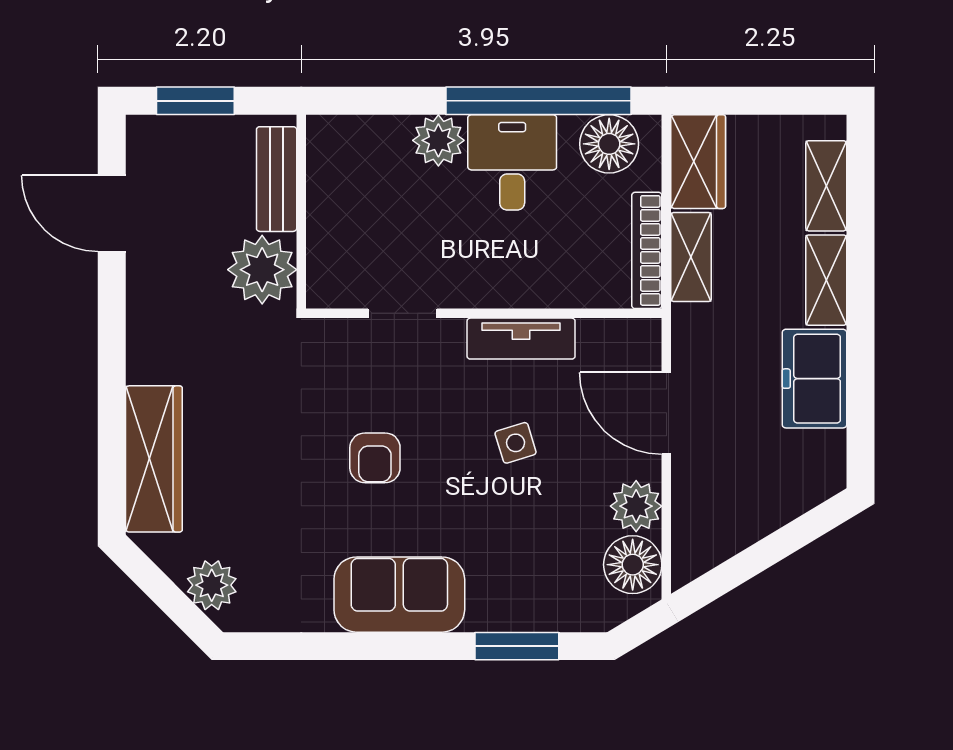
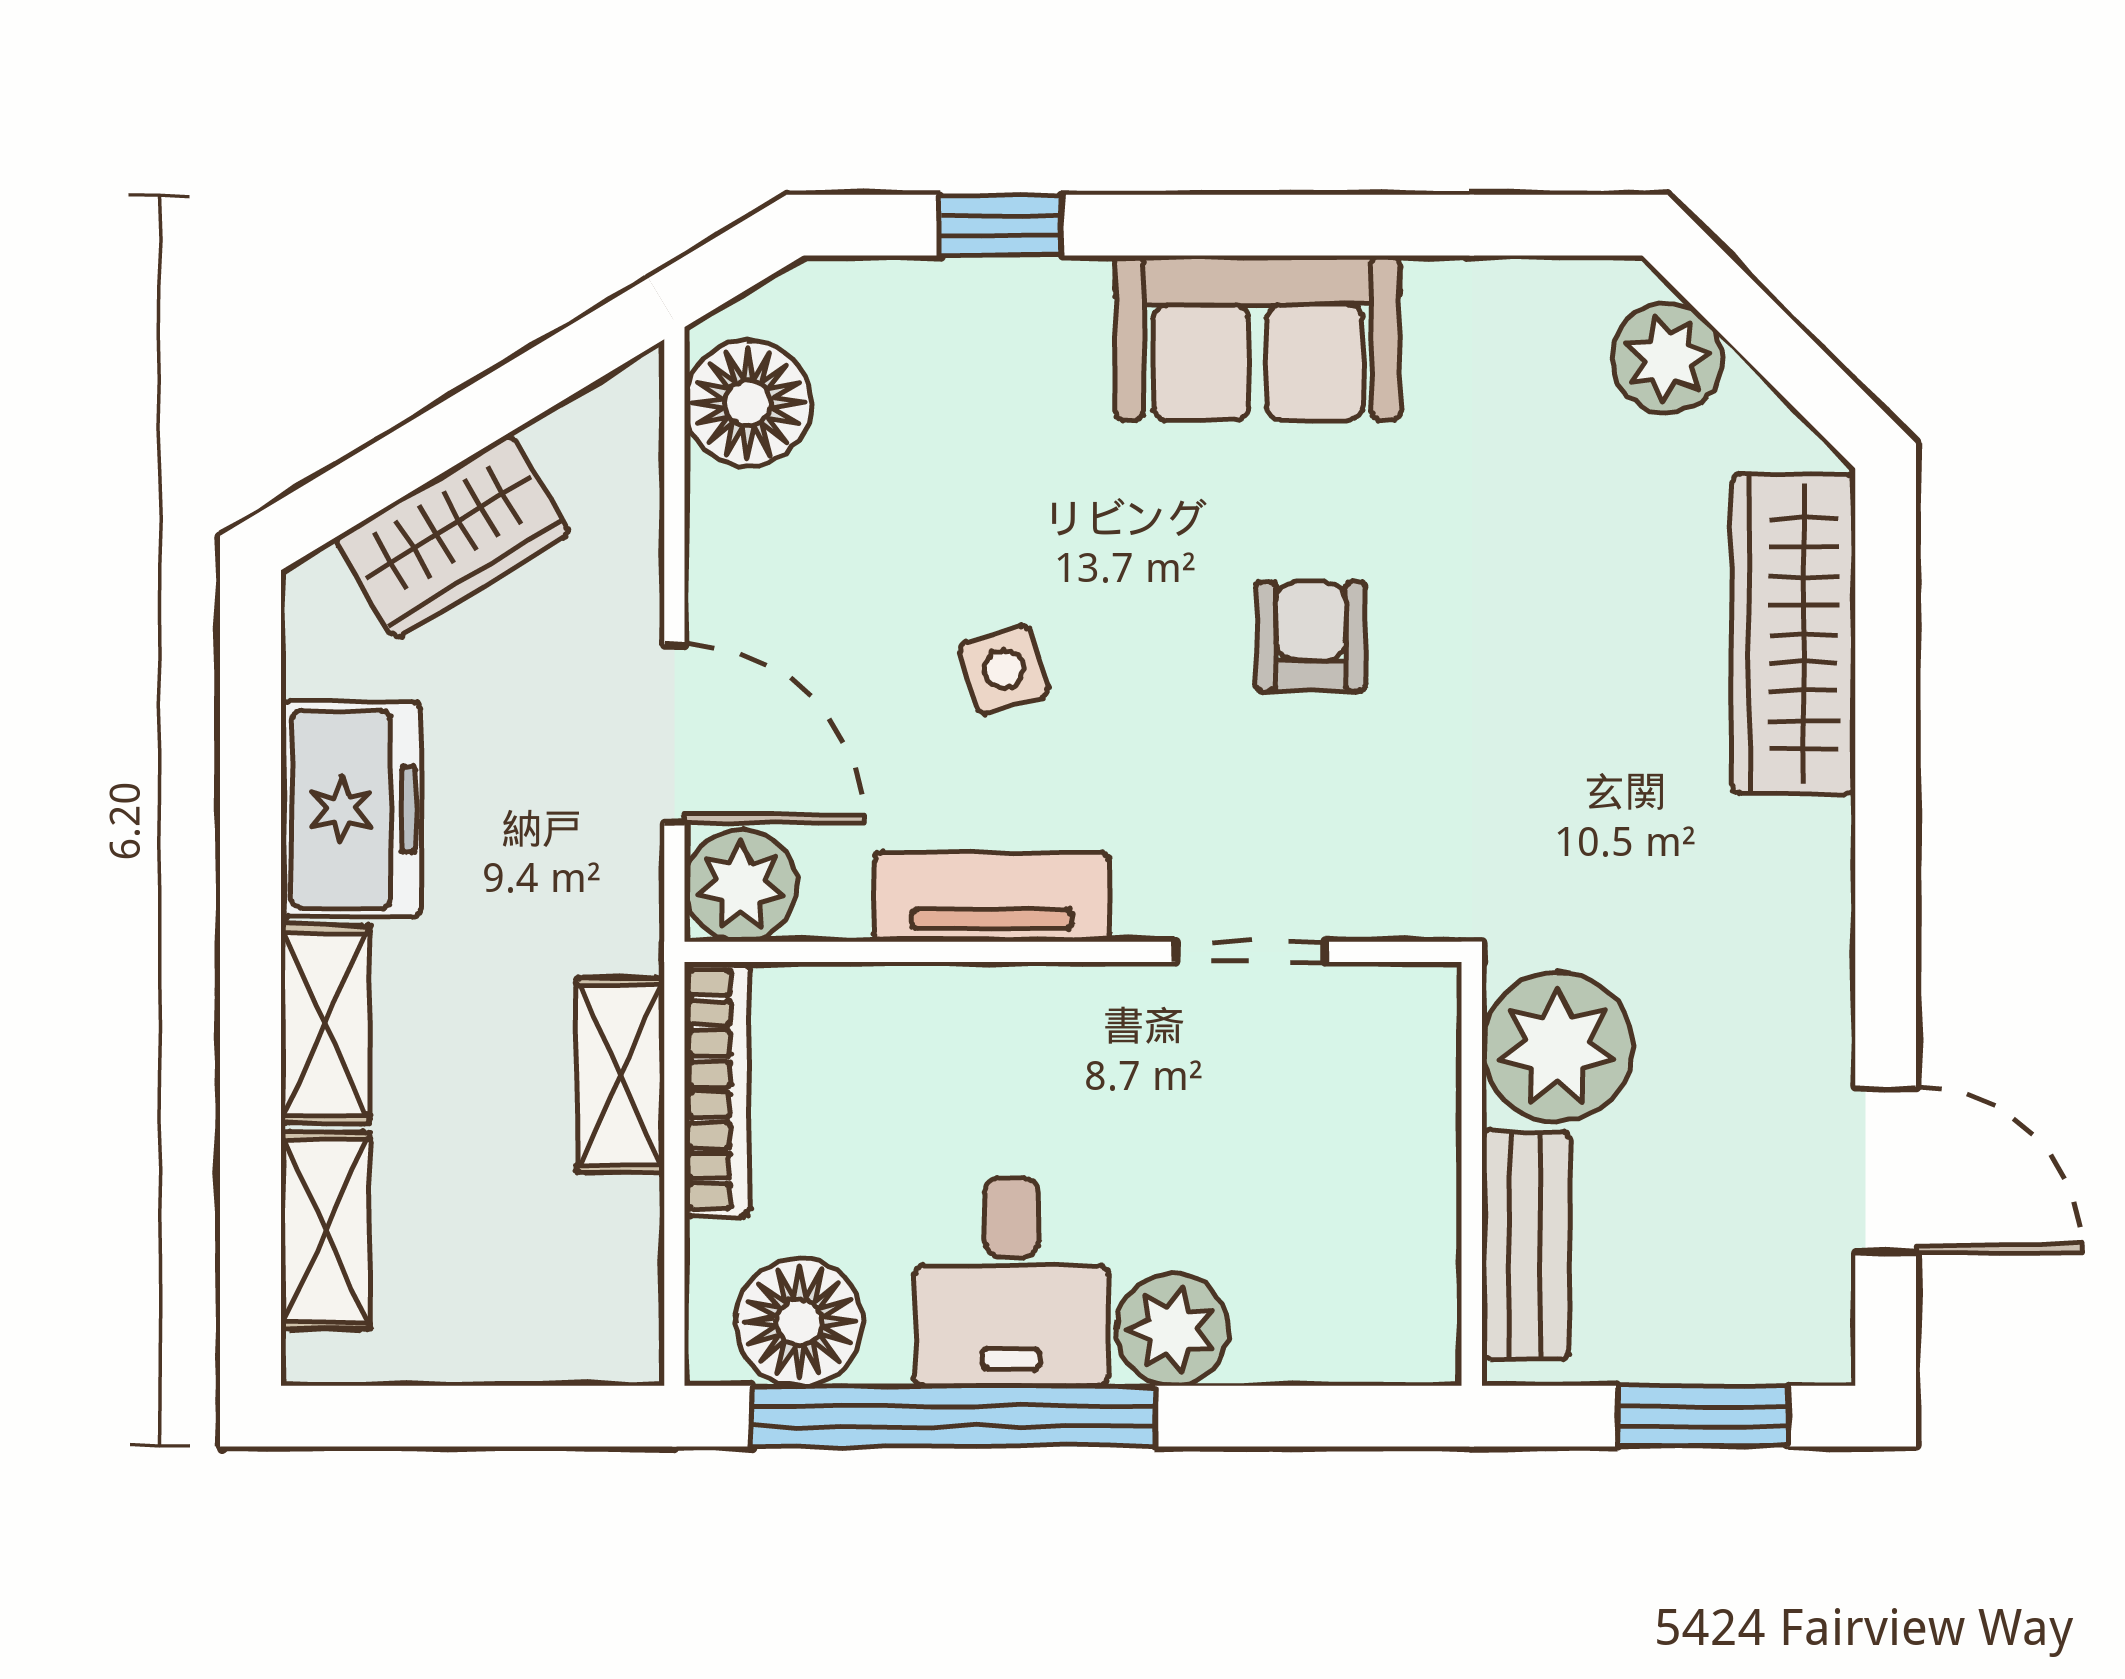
wardrobe: (698, 162) -> (452, 536), moved, turned -121
plant: (636, 506) -> (741, 886), moved
window: (517, 646) -> (1001, 225), width x0.67

